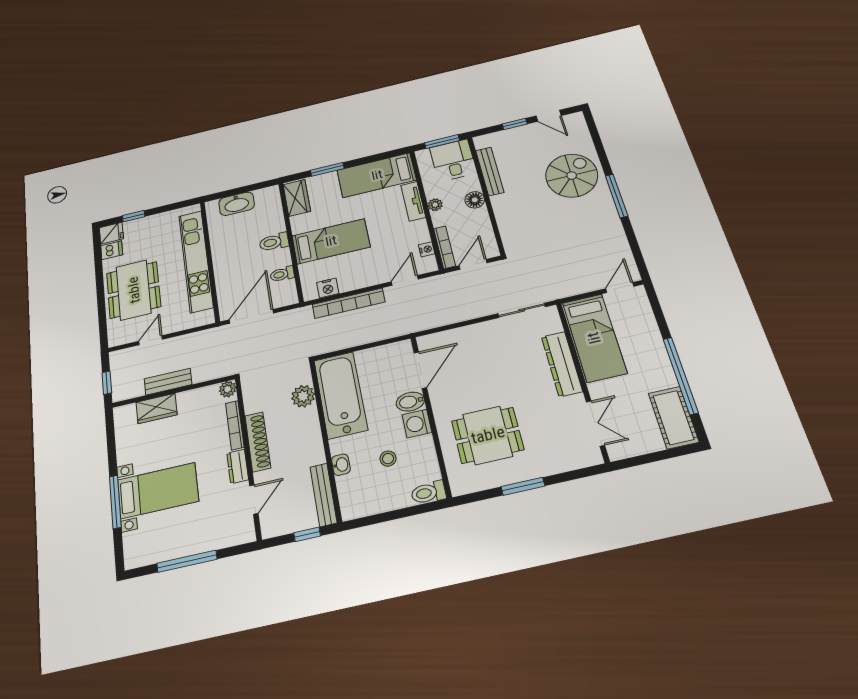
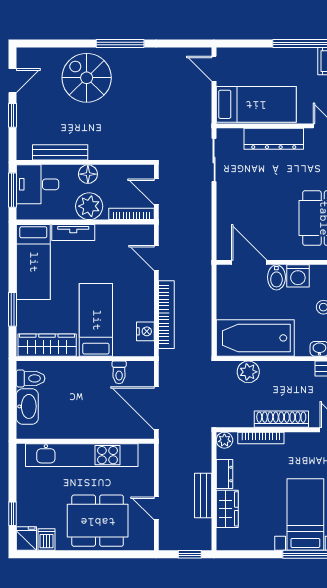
wardrobe: (297, 198) -> (47, 345), width x1.50
plant: (435, 205) -> (89, 206), width x1.88, depth x1.88
toilet: (274, 242) -> (31, 378), moved, turned -90
nightstand: (427, 249) -> (129, 231), removed
dresser: (238, 466) -> (225, 474), moved, turned -90

